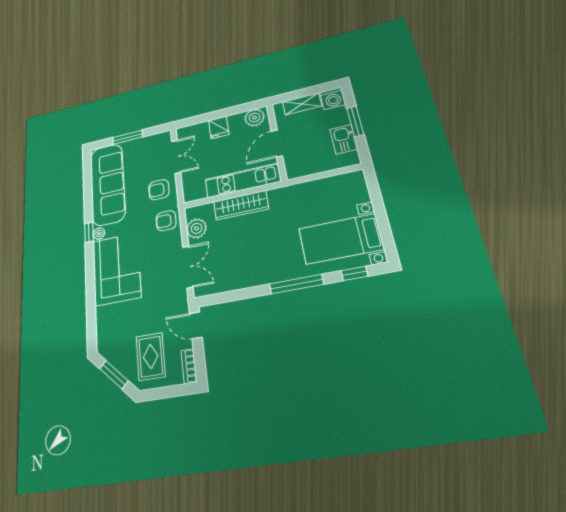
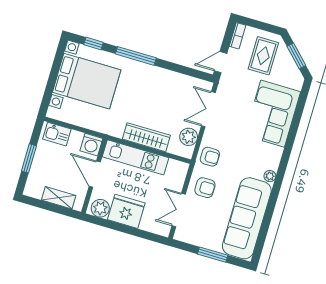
washing machine: (333, 98) -> (91, 145), moved, turned 180
fridge: (219, 127) -> (126, 211), width x1.88, depth x1.34
kitchen sink: (344, 139) -> (57, 134), moved, turned 90
door: (277, 143) -> (95, 174), swing flipped
window: (89, 232) -> (278, 182), removed
bed with nightstands: (341, 239) -> (87, 81), width x1.36
corner sofa: (116, 269) -> (273, 114), moved
door: (196, 325) -> (221, 62), swing flipped

